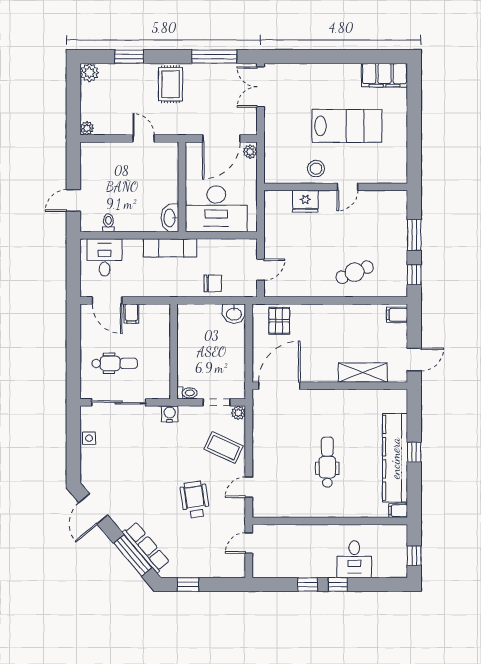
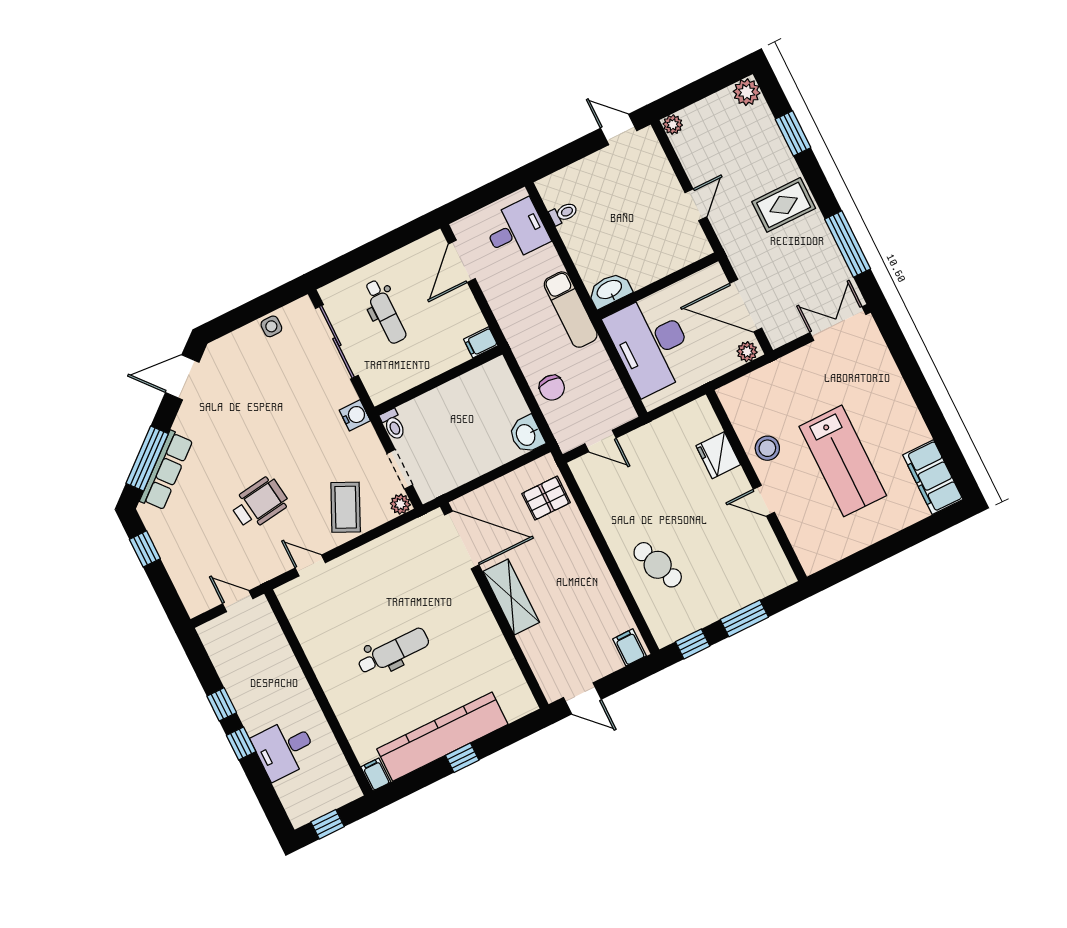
door: (73, 200) -> (619, 129), moved
filing cabinet: (131, 314) -> (481, 342), moved
shelving: (363, 373) -> (511, 597), moved

